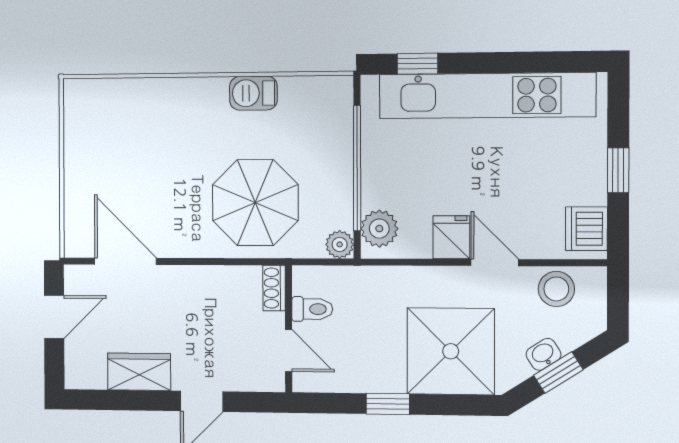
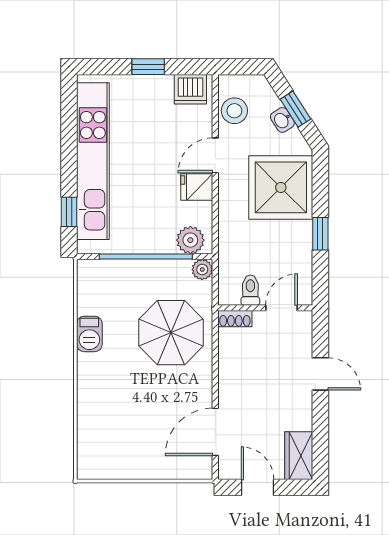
wardrobe: (139, 372) -> (299, 456), moved

